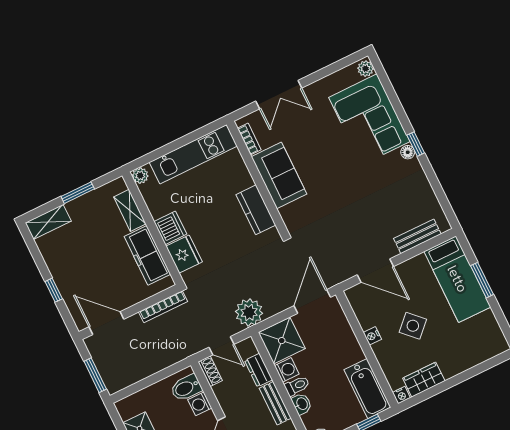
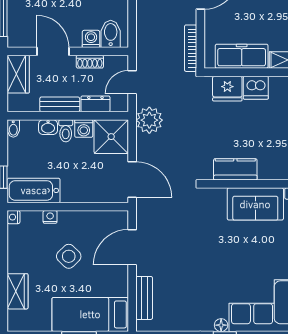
nightstand: (372, 336) -> (50, 217), moved
shoe rack: (210, 371) -> (90, 62), moved
wardrobe: (424, 380) -> (17, 291), moved

